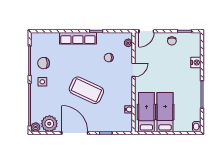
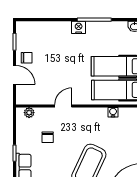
door: (146, 31) -> (14, 75), moved
nightstand: (196, 63) -> (79, 27), moved
door: (134, 70) -> (63, 106), hinge flipped

